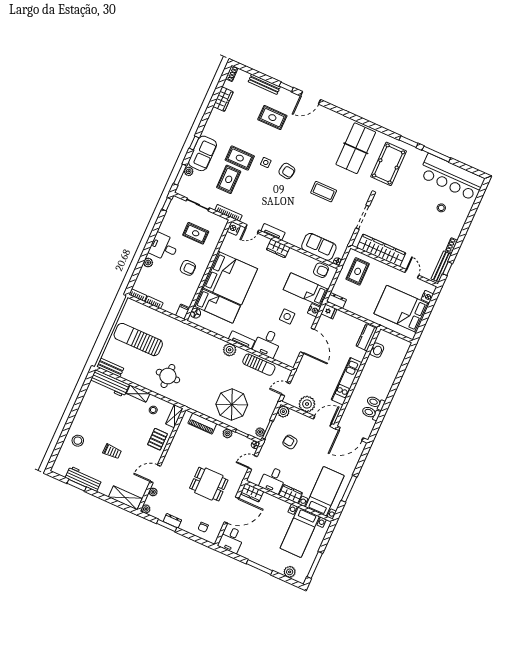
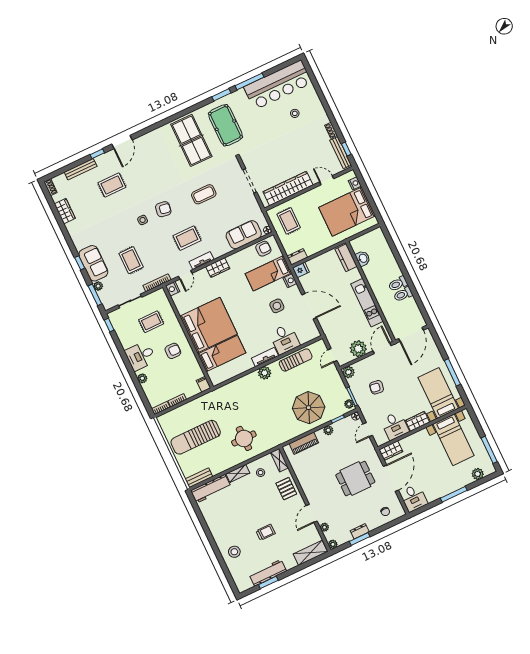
rug: (240, 158) -> (187, 238), moved
floor lamp: (196, 313) -> (213, 375), removed
toilet: (371, 413) -> (398, 284), moved

